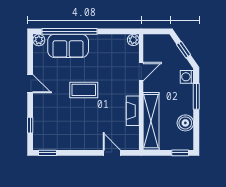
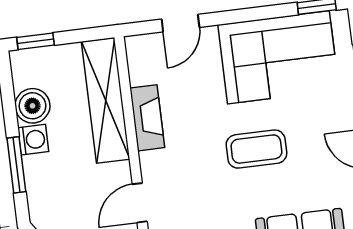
washing machine: (187, 77) -> (33, 140), moved
corner sofa: (68, 131) -> (278, 57), added
door: (112, 153) -> (180, 23), hinge flipped

